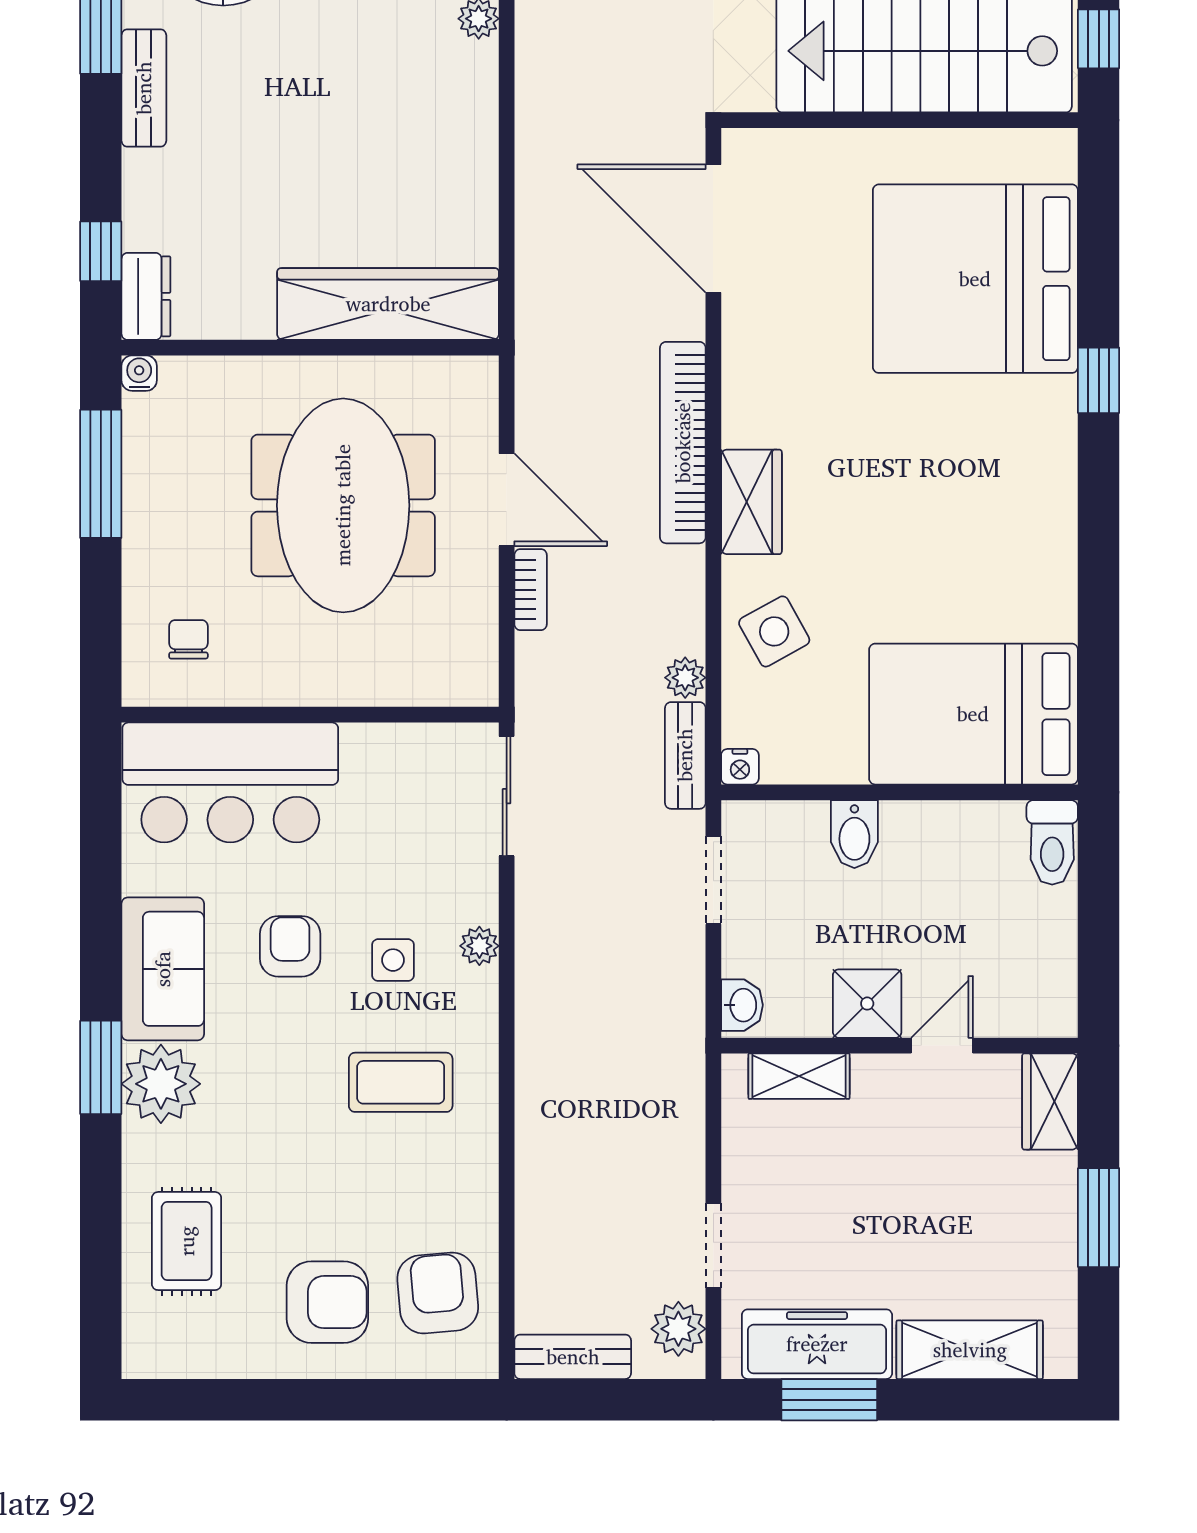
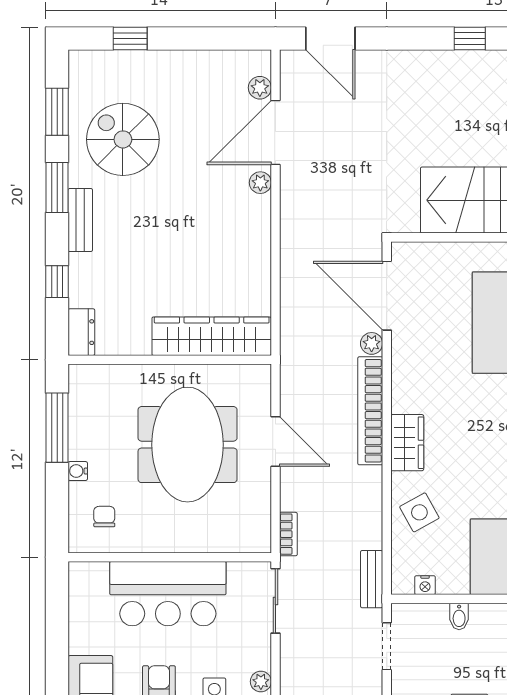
window: (101, 251) -> (57, 282), moved
water cooler: (139, 373) -> (78, 471), moved, turned -90
bookcase: (531, 590) -> (288, 534), moved
plant: (685, 678) -> (372, 343), moved
nightstand: (740, 767) -> (425, 585), moved
bar counter: (230, 782) -> (168, 594), moved
bidet: (854, 834) -> (459, 617), width x0.72, depth x0.74

